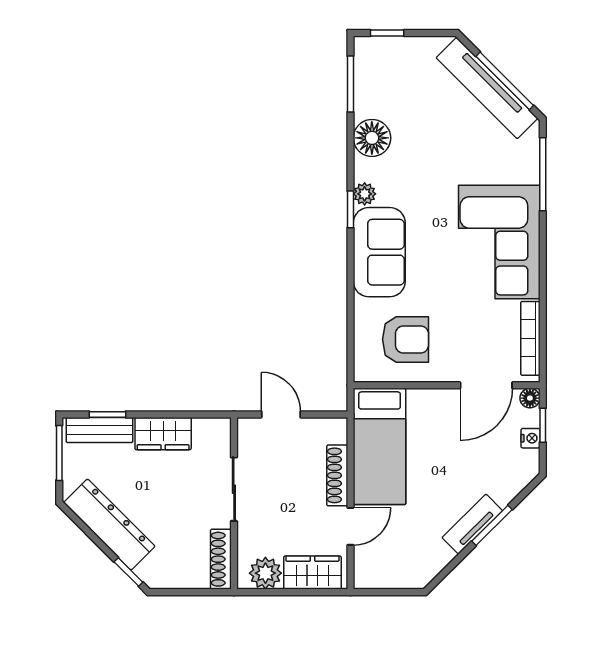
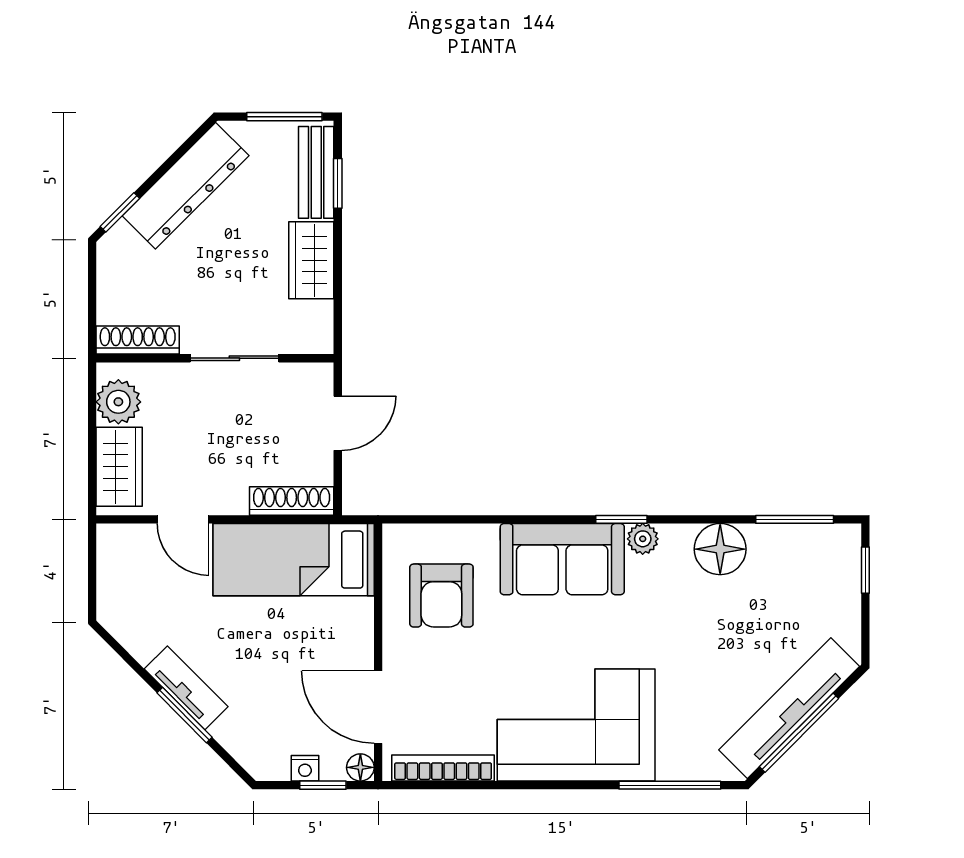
shoe rack: (337, 475) -> (292, 501), moved

